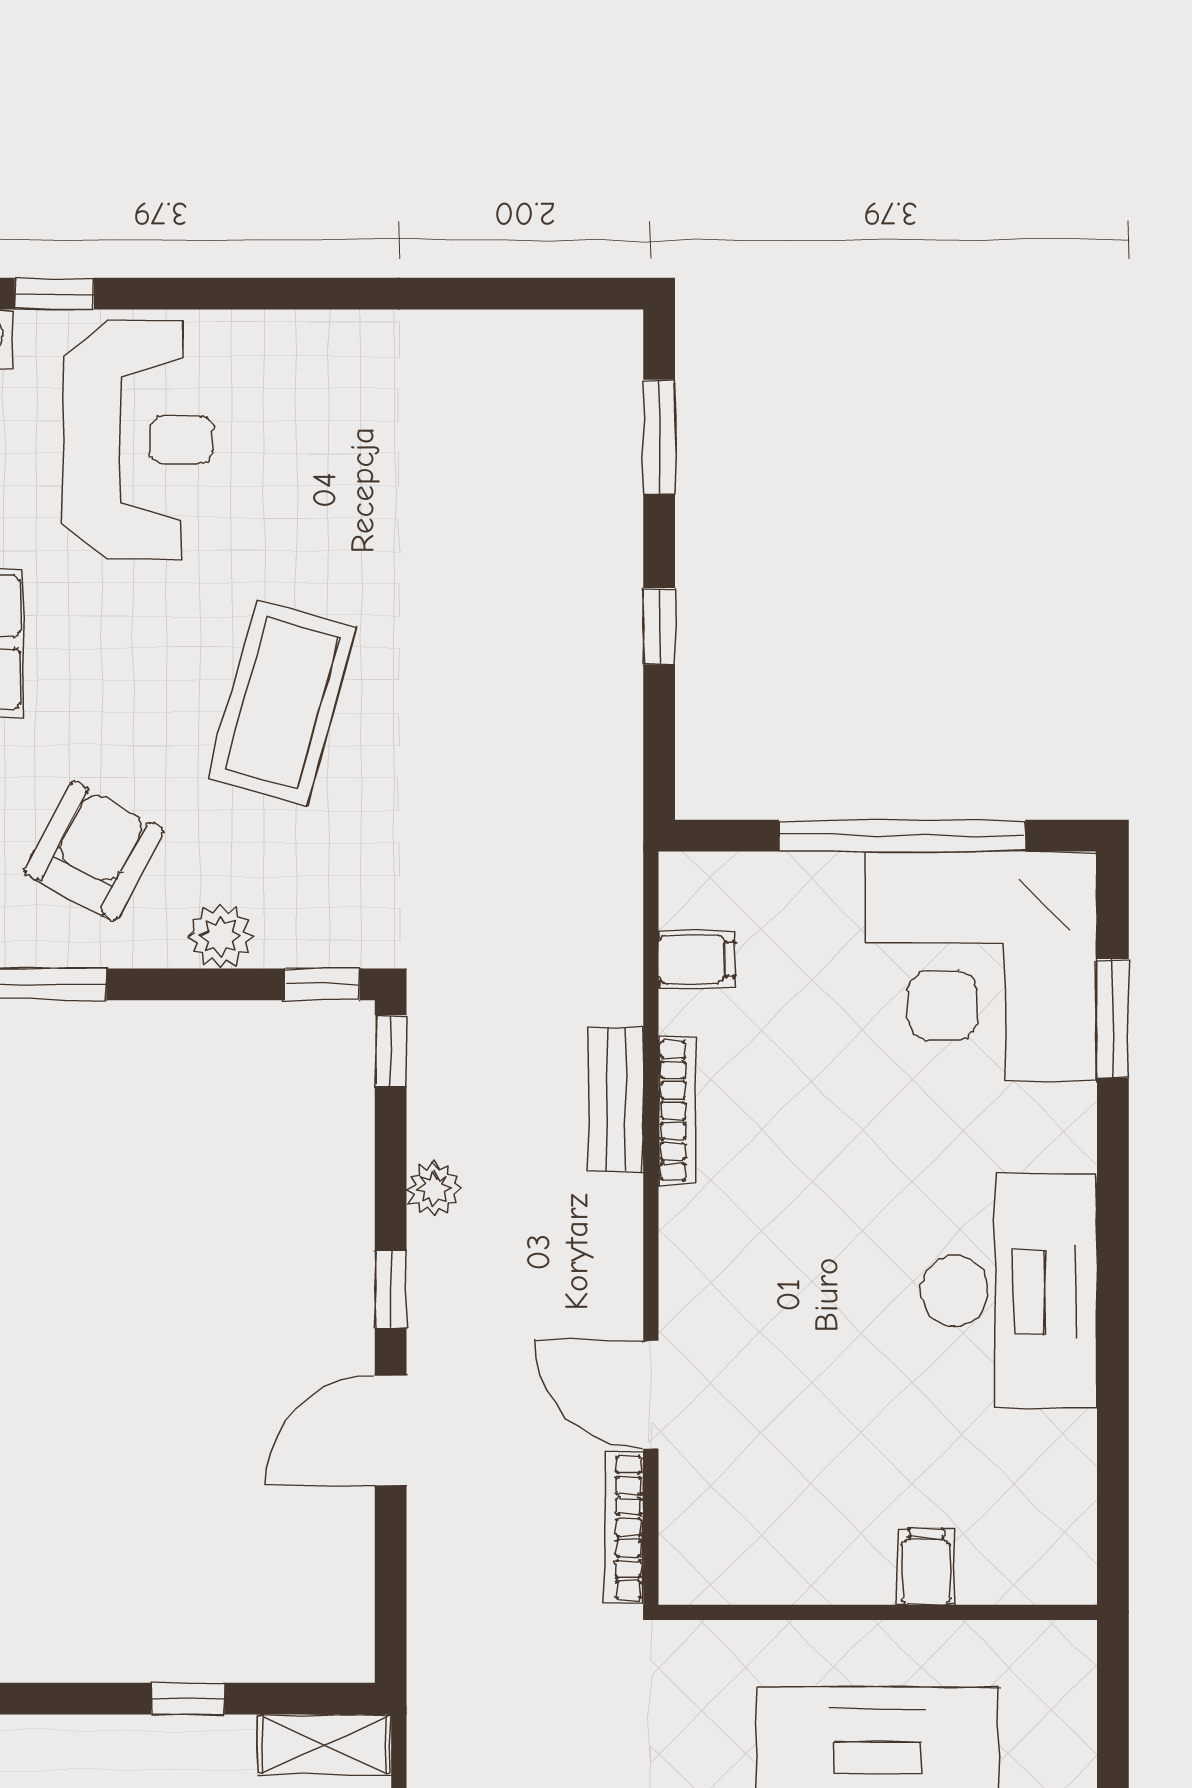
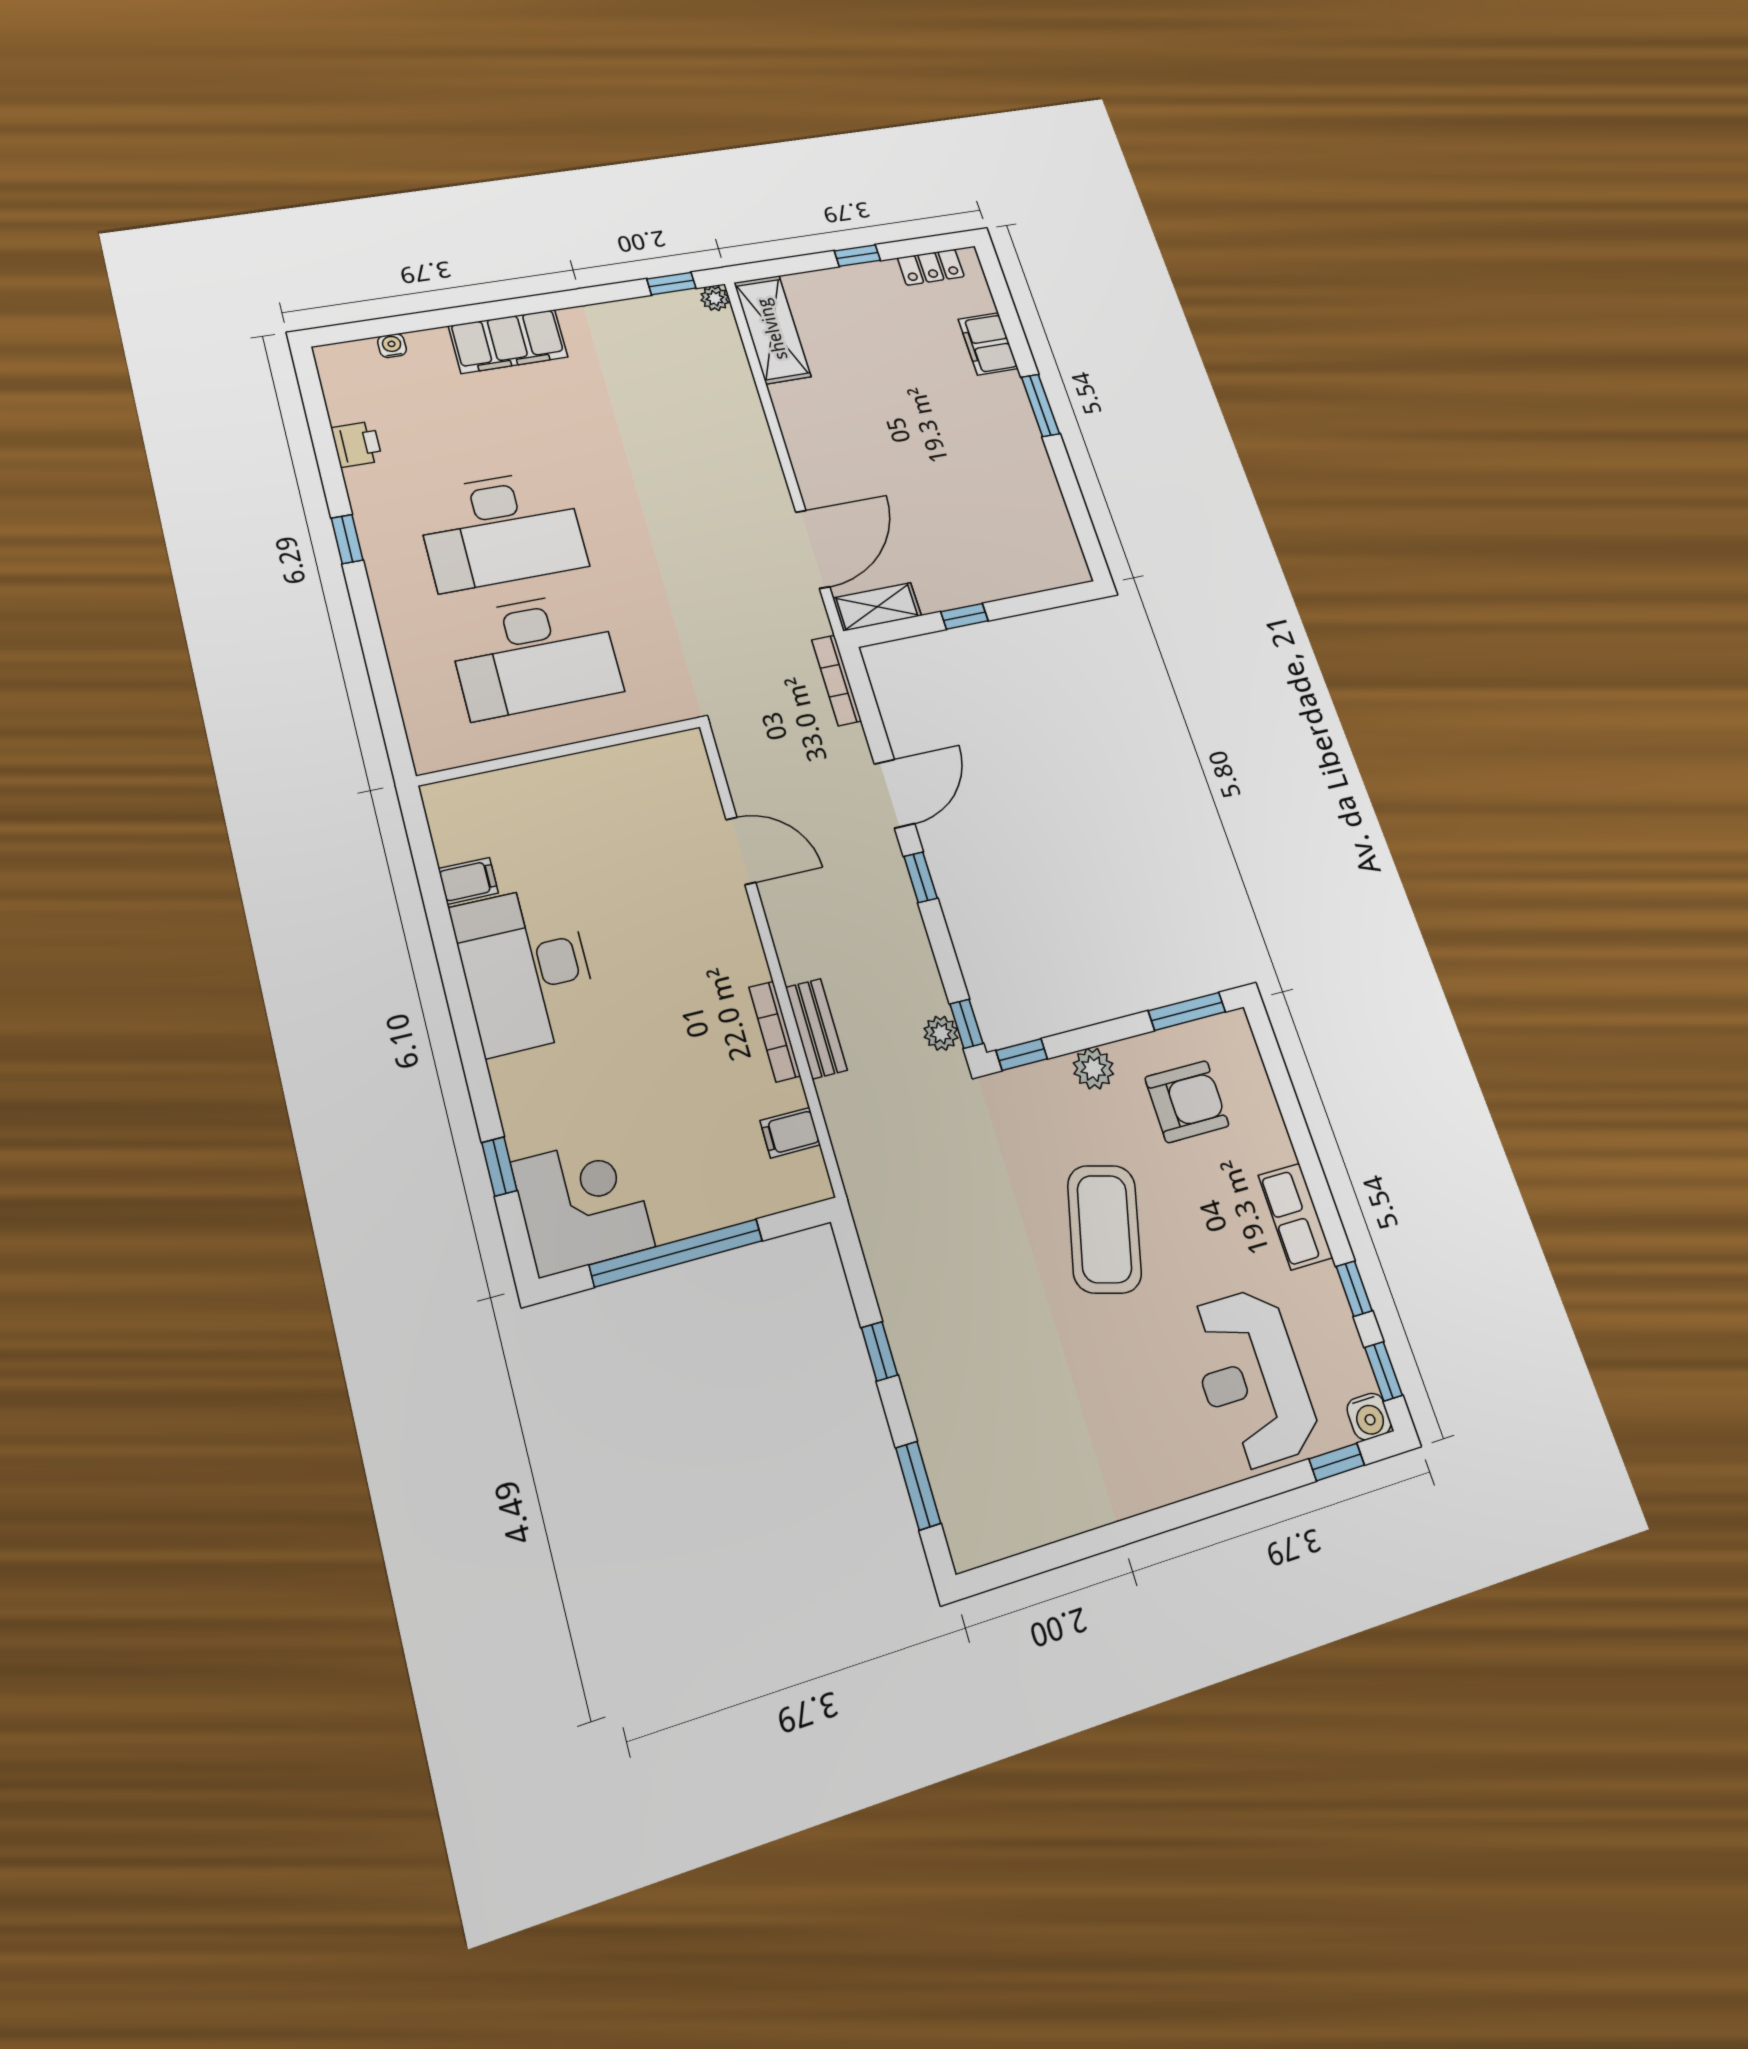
armchair: (94, 851) -> (1187, 1102), turned -118
corner desk: (982, 966) -> (583, 1205), width x0.74, depth x0.74
window: (1113, 1018) -> (499, 1166), width x0.67
plant: (433, 1189) -> (941, 1033), moved
bookcase: (624, 1527) -> (837, 680), moved, turned 180
filing cabinet: (926, 1567) -> (468, 881), moved, turned -90

